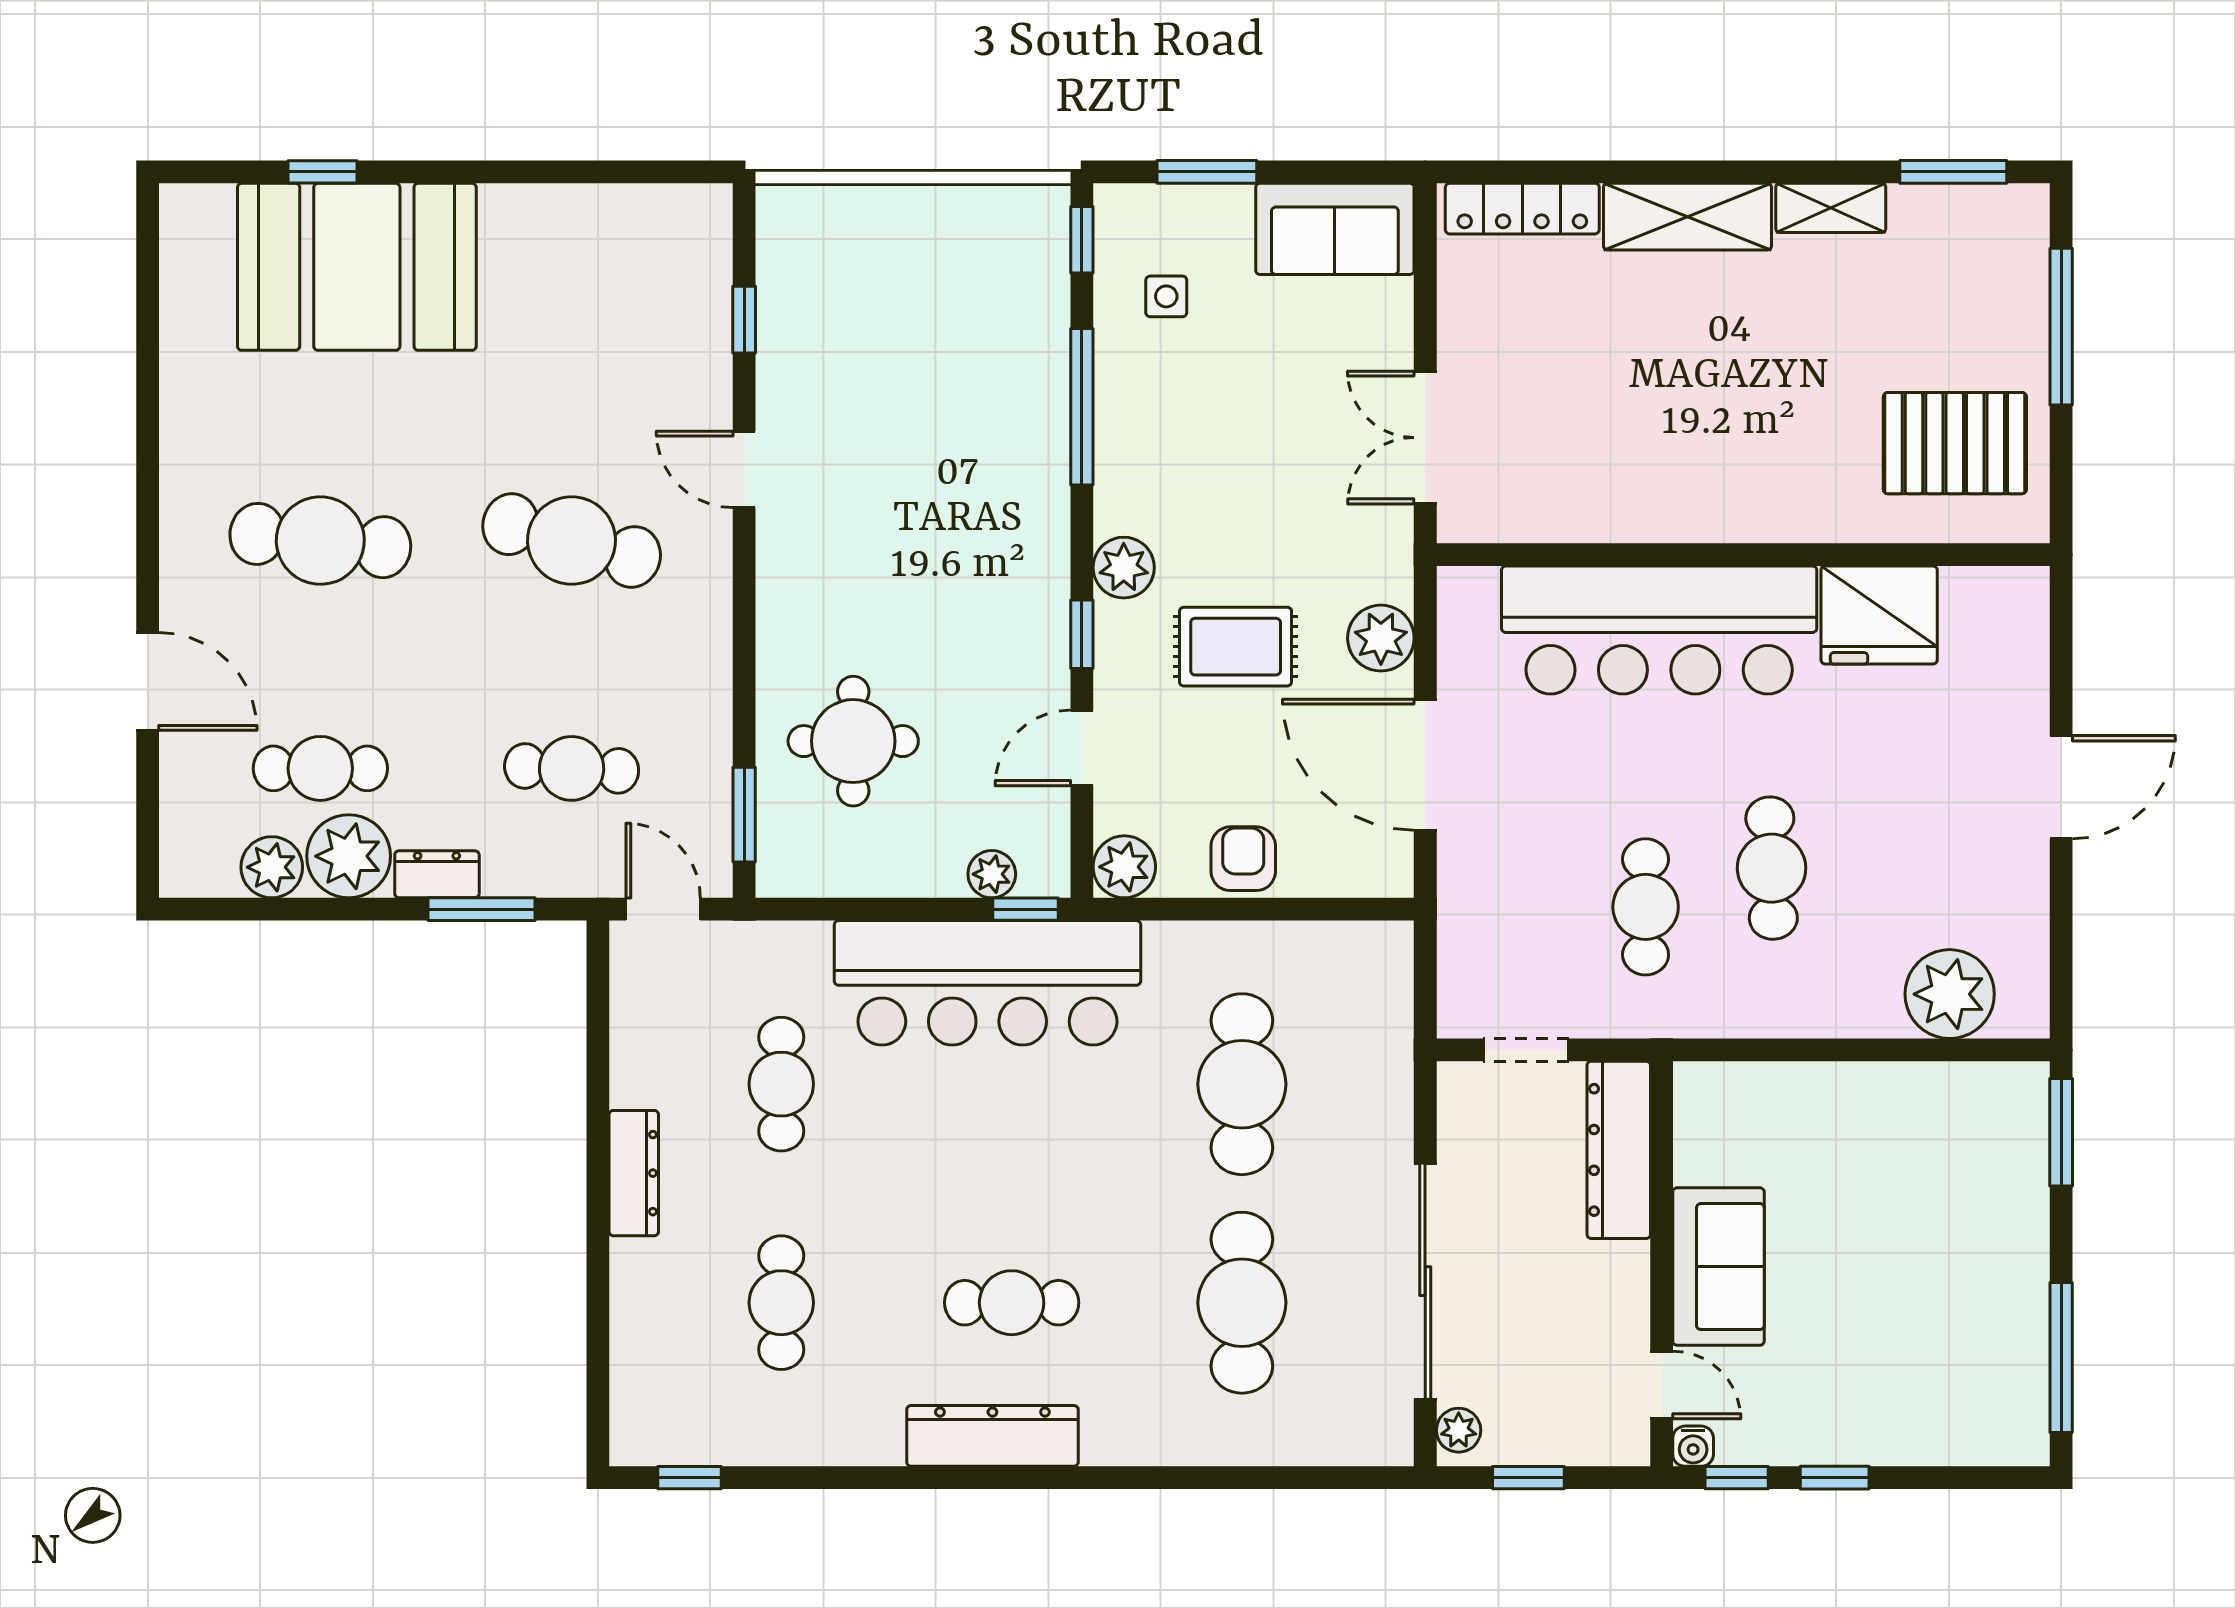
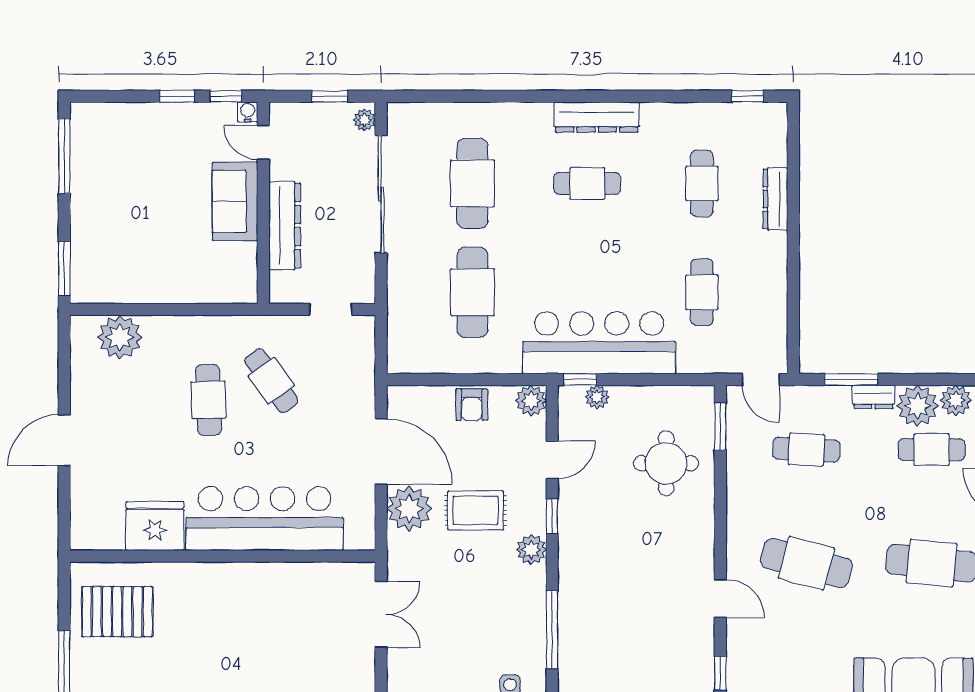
plant: (1381, 638) -> (409, 509), width x1.36, depth x1.36
cafe table: (1646, 907) -> (271, 381), turned -35
dresser: (1619, 1150) -> (285, 226), moved
dresser: (634, 1173) -> (775, 199), moved

